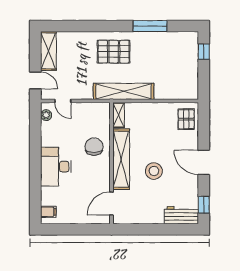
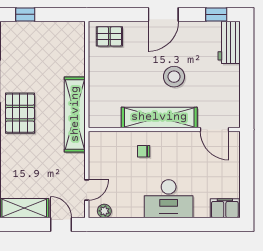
pallet: (114, 52) -> (20, 113), moved
door: (35, 80) -> (61, 224), hinge flipped
shelving: (119, 115) -> (104, 121), removed
chair: (94, 147) -> (144, 151), width x0.54, depth x0.54
filing cabinet: (48, 212) -> (225, 208), width x2.00

